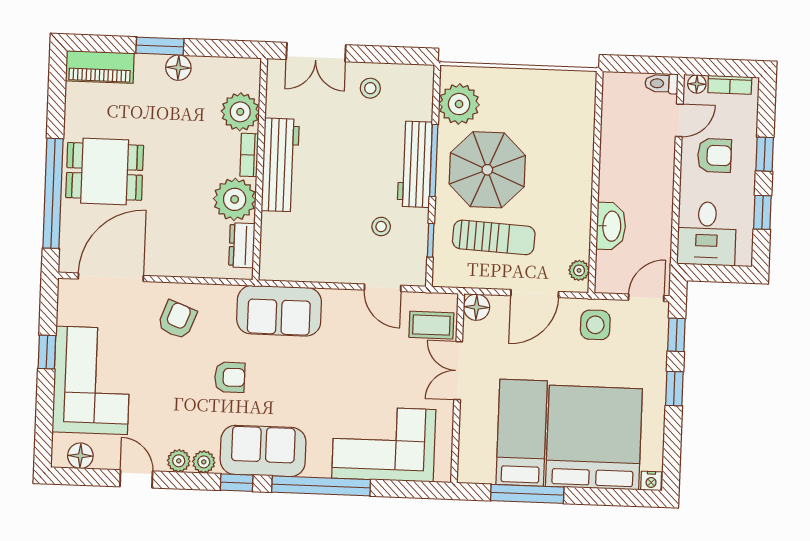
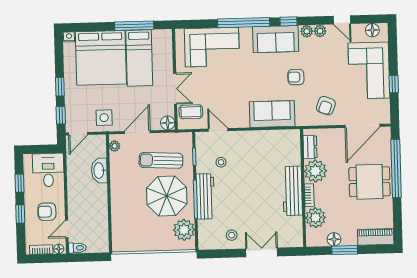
plant: (240, 112) -> (316, 218), moved
bookcase: (249, 155) -> (309, 195), moved
workbench: (280, 165) -> (292, 191), moved
wall: (260, 169) -> (303, 188), moved
plant: (235, 199) -> (315, 171), moved
dresser: (242, 245) -> (310, 147), moved

